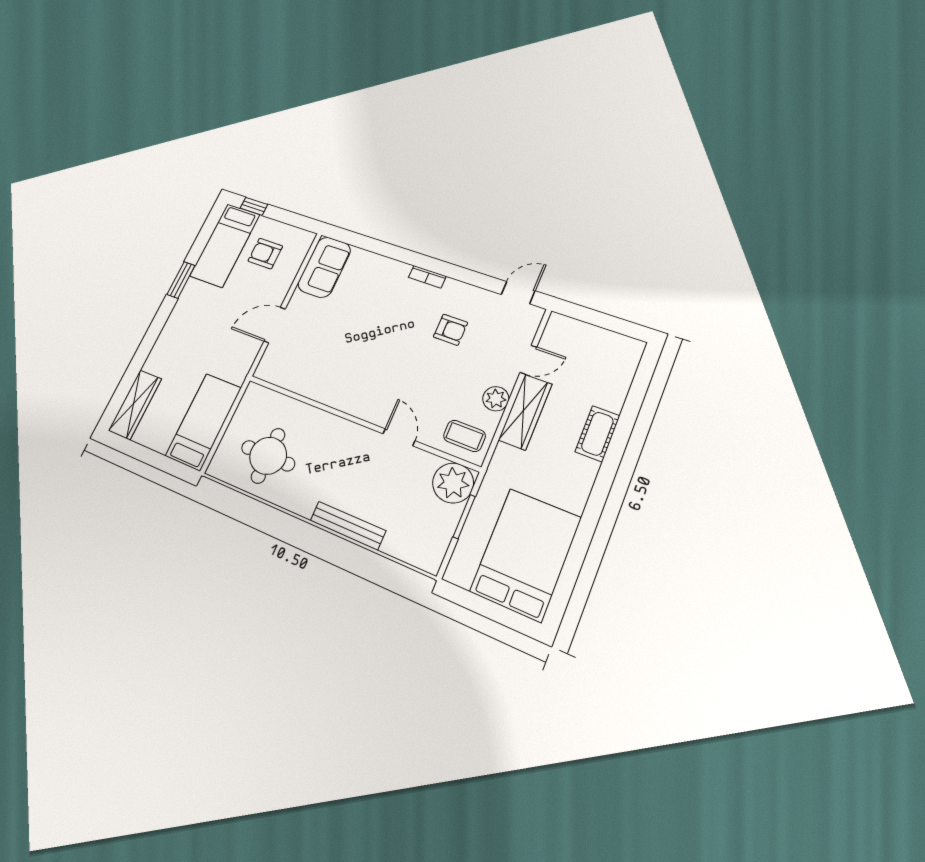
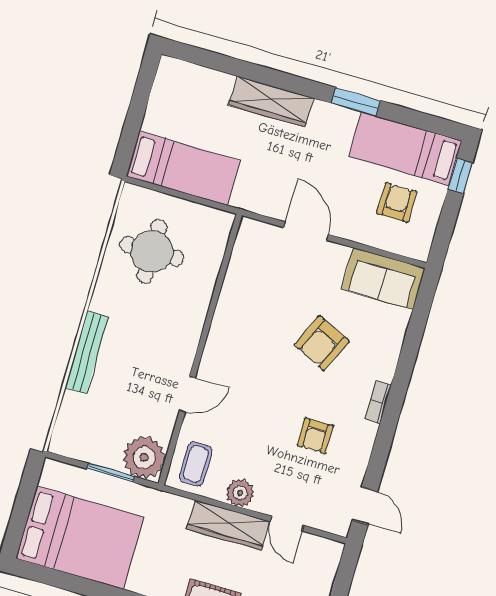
armchair: (370, 319) -> (322, 343), added
wardrobe: (135, 405) -> (271, 102), moved

